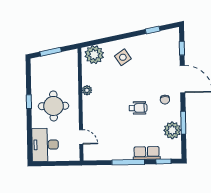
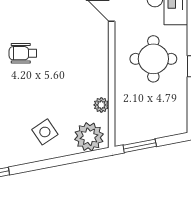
window: (51, 52) -> (140, 146), moved
plant: (87, 90) -> (101, 105), moved

